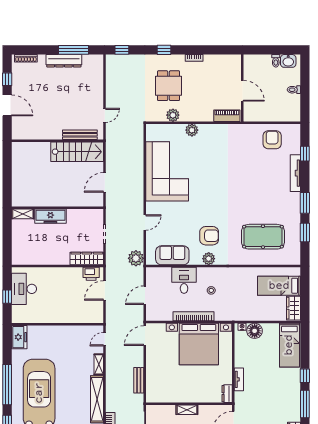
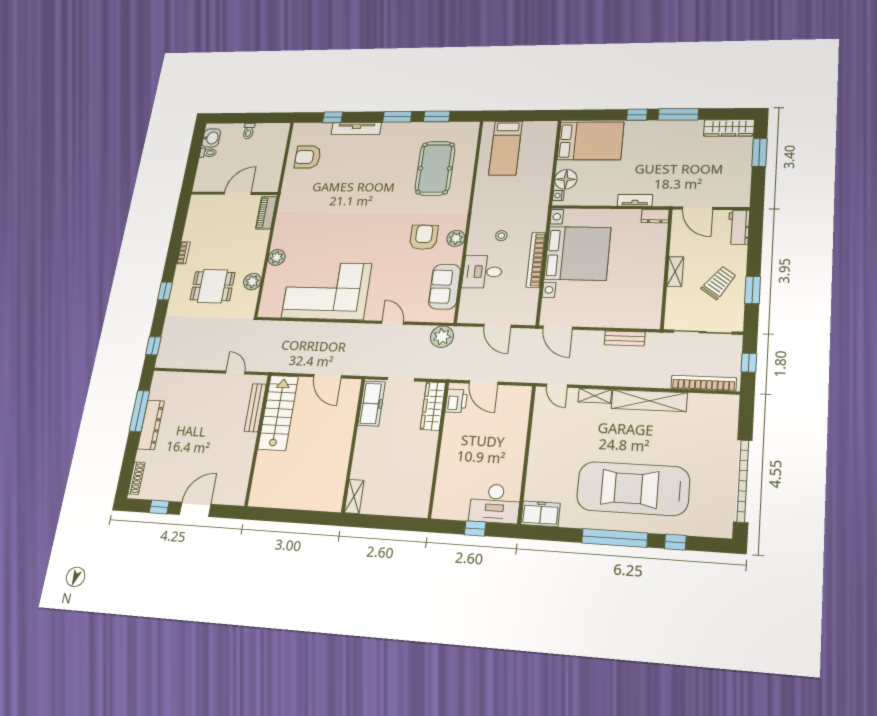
freezer: (50, 216) -> (372, 404), moved
desk: (24, 289) -> (495, 503), moved
wardrobe: (294, 308) -> (539, 130), removed
bed: (289, 345) -> (590, 141), width x1.50

